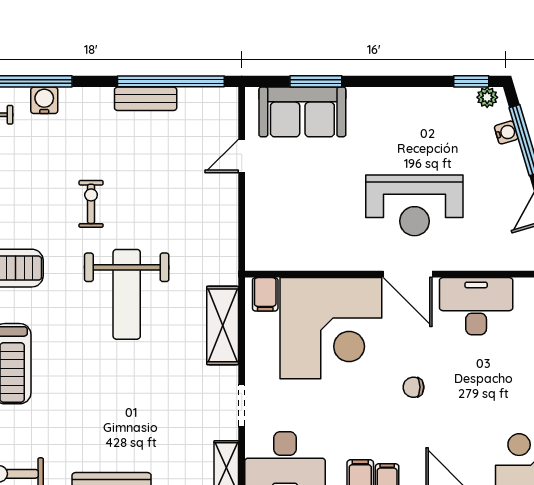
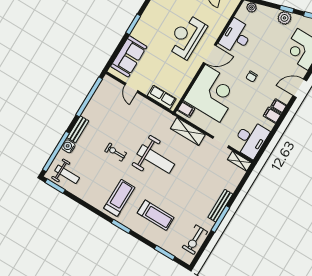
window: (316, 81) -> (133, 24), moved
bench: (146, 99) -> (78, 129), moved
reception desk: (414, 205) -> (187, 37), turned 180
row of seats: (260, 230) -> (162, 97), added

